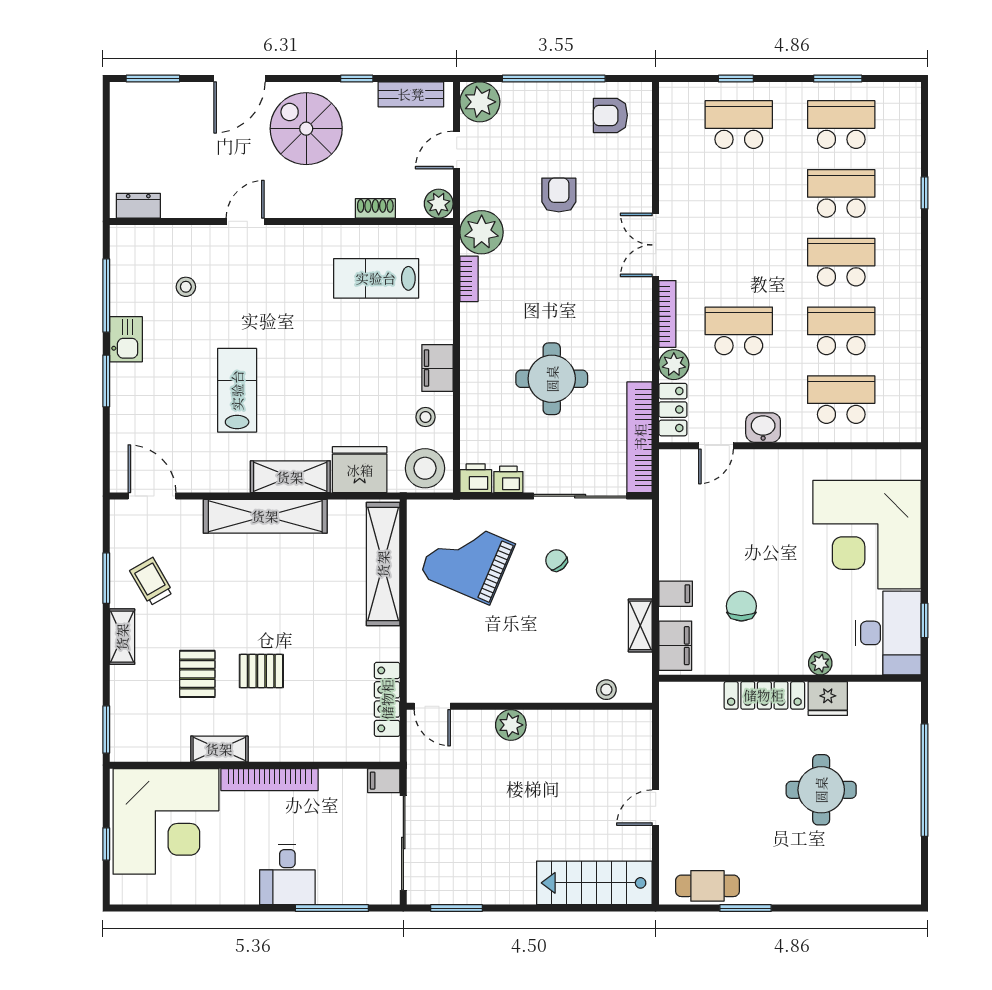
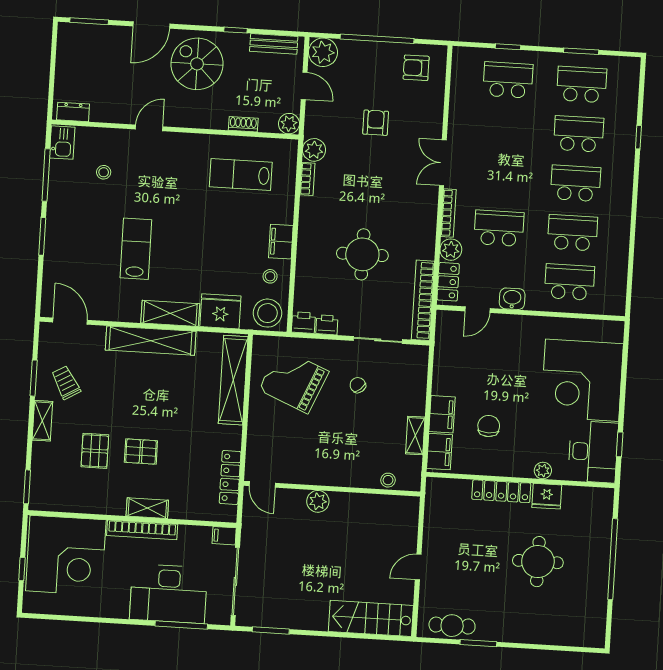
door: (457, 150) -> (304, 86), swing flipped
plant: (482, 232) -> (314, 150), width x0.73, depth x0.73
kitchen sink: (126, 339) -> (62, 143), moved
sliding door: (580, 496) -> (378, 340), width x0.73
filing cabinet: (676, 594) -> (442, 414), width x2.00
shelving: (219, 749) -> (147, 508), moved
desk: (287, 875) -> (169, 594), width x1.87, depth x1.30

